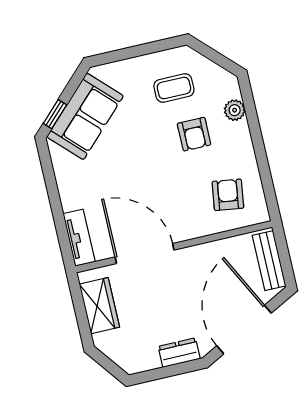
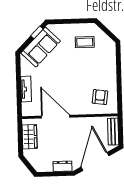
plant: (235, 110) -> (111, 58), removed
window: (55, 114) -> (37, 32), moved
armchair: (194, 134) -> (90, 66), removed
tv unit: (79, 238) -> (26, 89), moved

